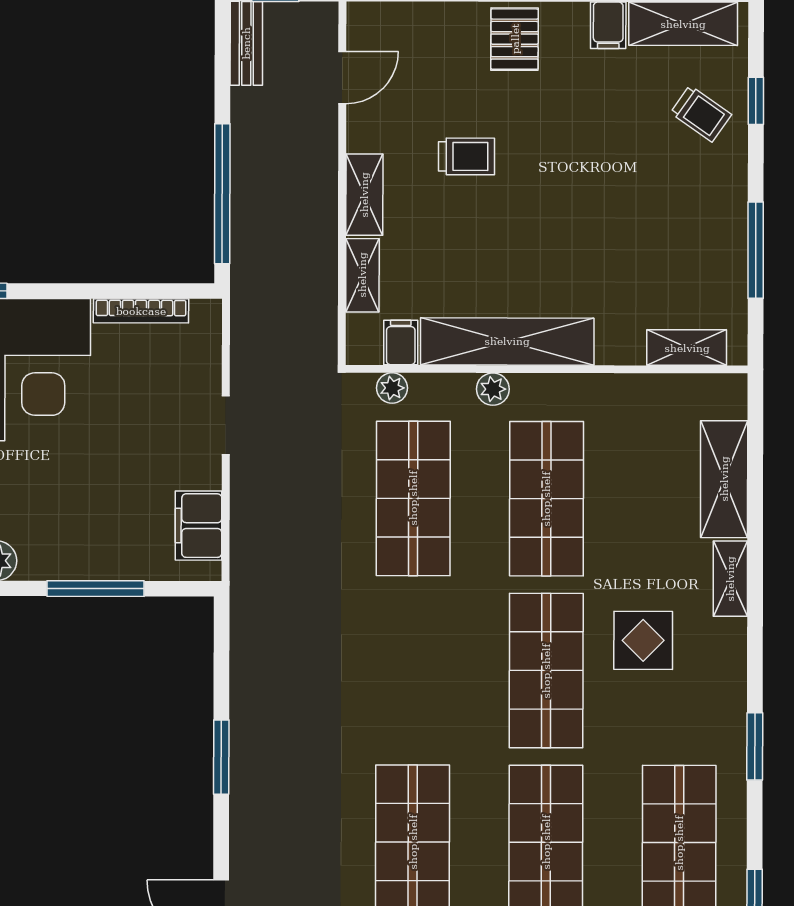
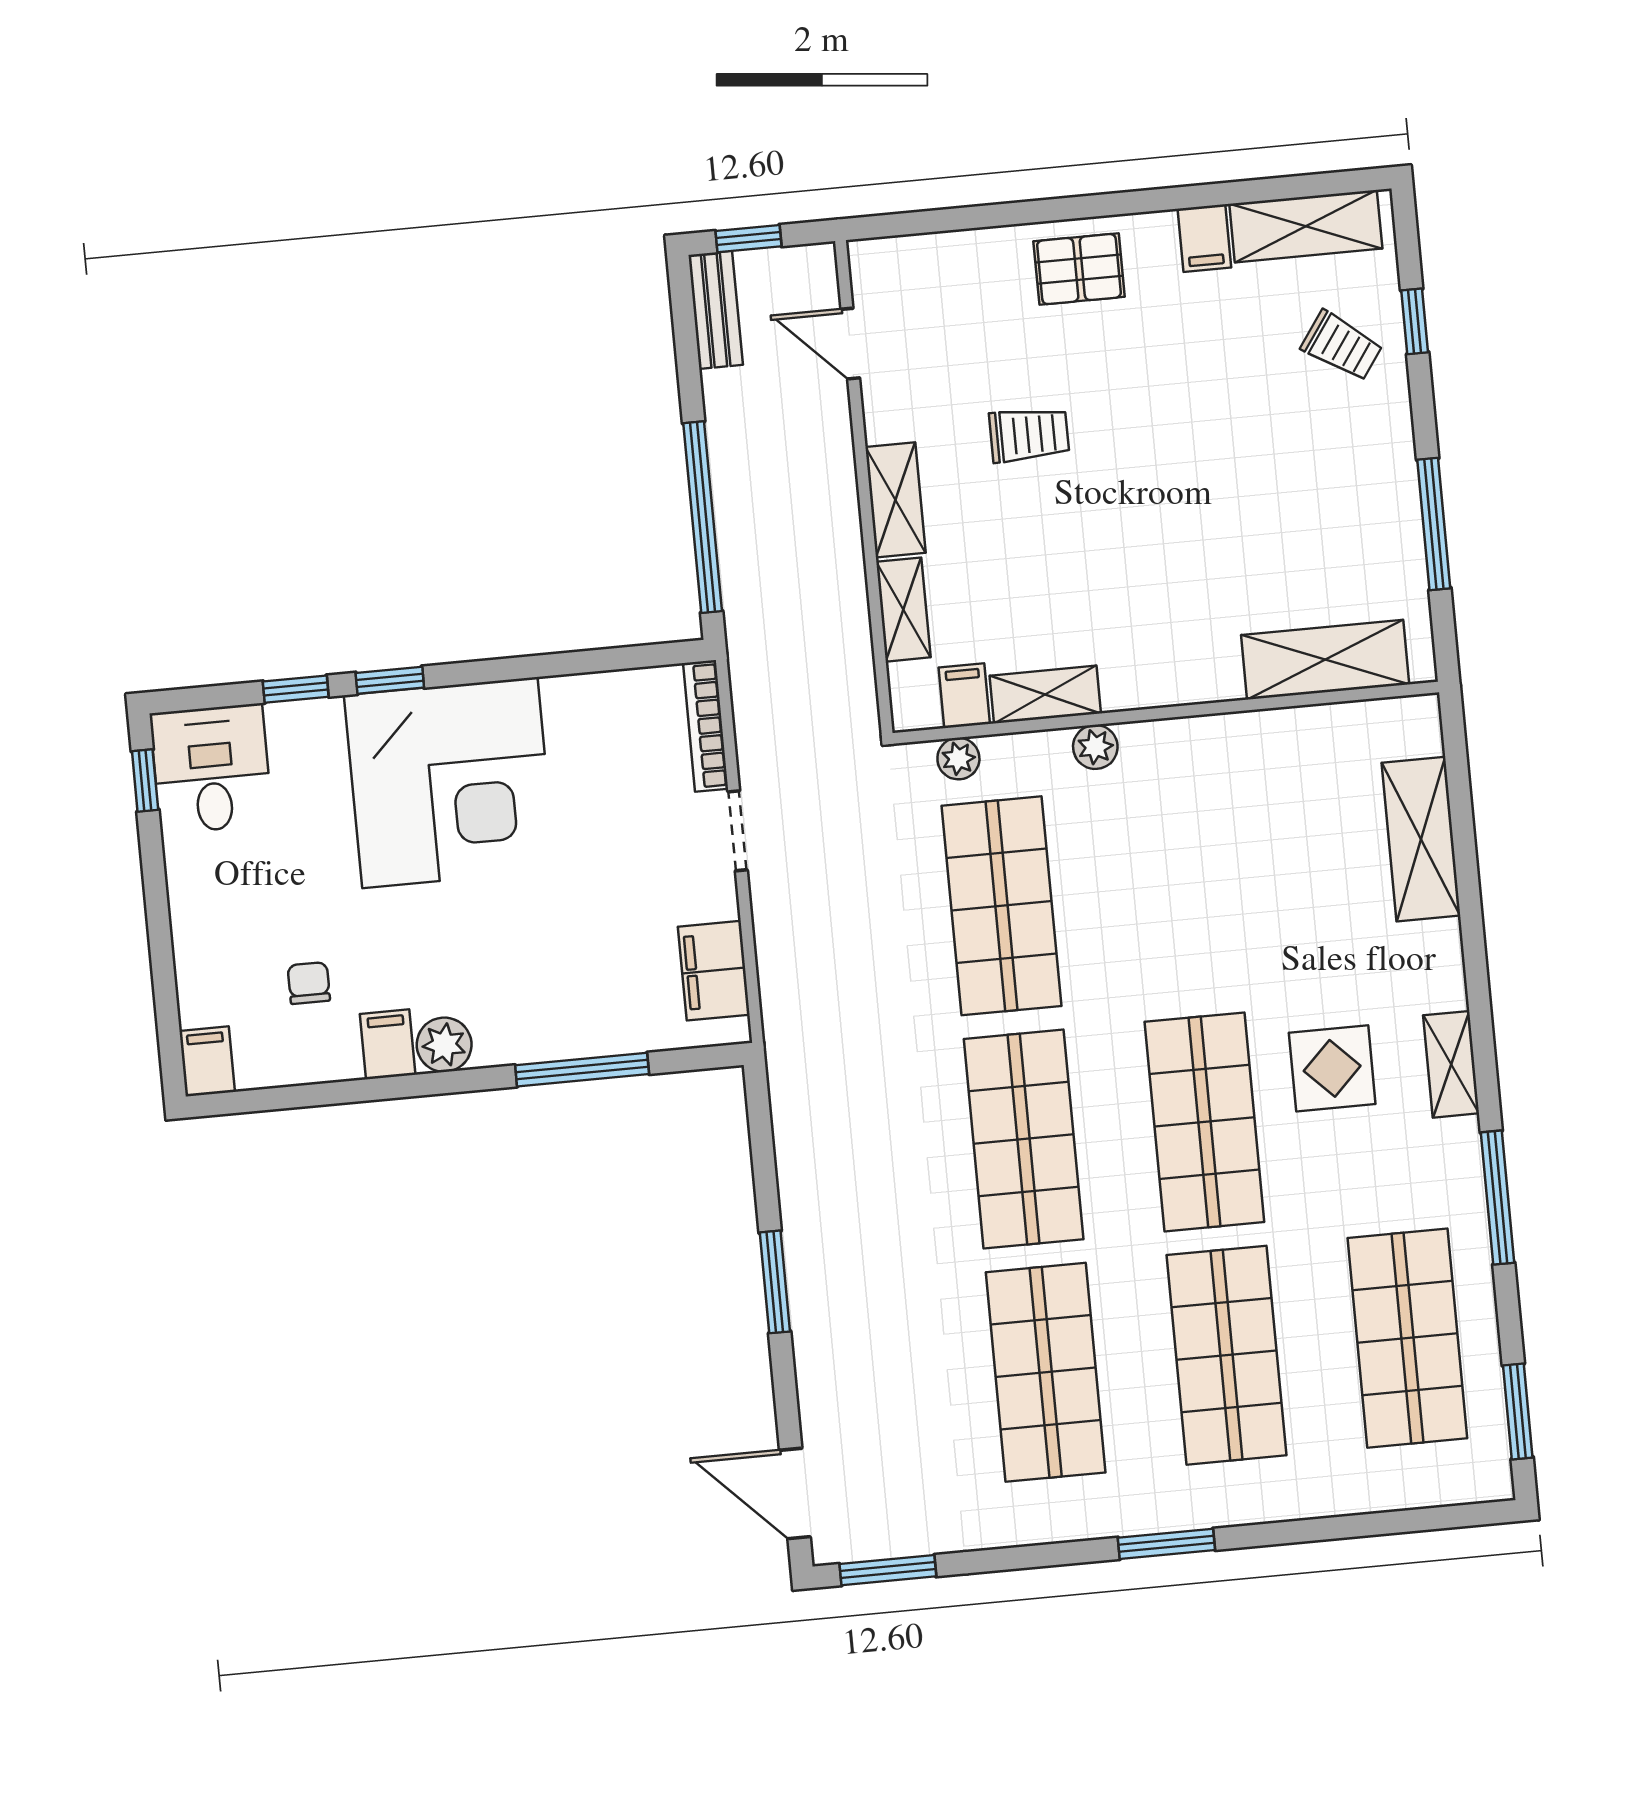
pallet: (515, 39) -> (1079, 269), turned 90
door: (342, 77) -> (850, 344), swing flipped
bookcase: (141, 311) -> (706, 726), moved, turned 90
shelving: (507, 341) -> (1045, 695), width x0.45, depth x0.75
shelving: (687, 348) -> (1325, 660), width x1.50, depth x1.33
shop shelf: (546, 499) -> (1024, 1139), moved
shelving: (730, 579) -> (1451, 1064), moved
window: (755, 746) -> (1497, 1198), width x1.44

